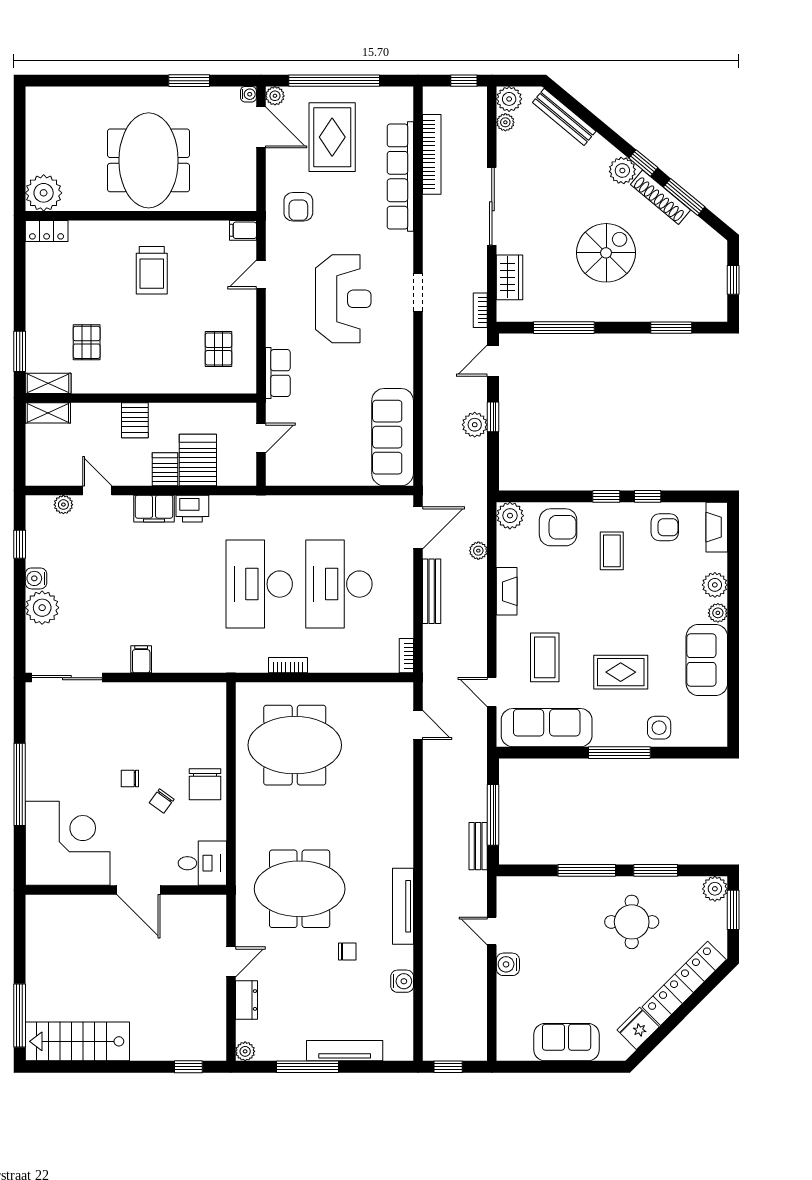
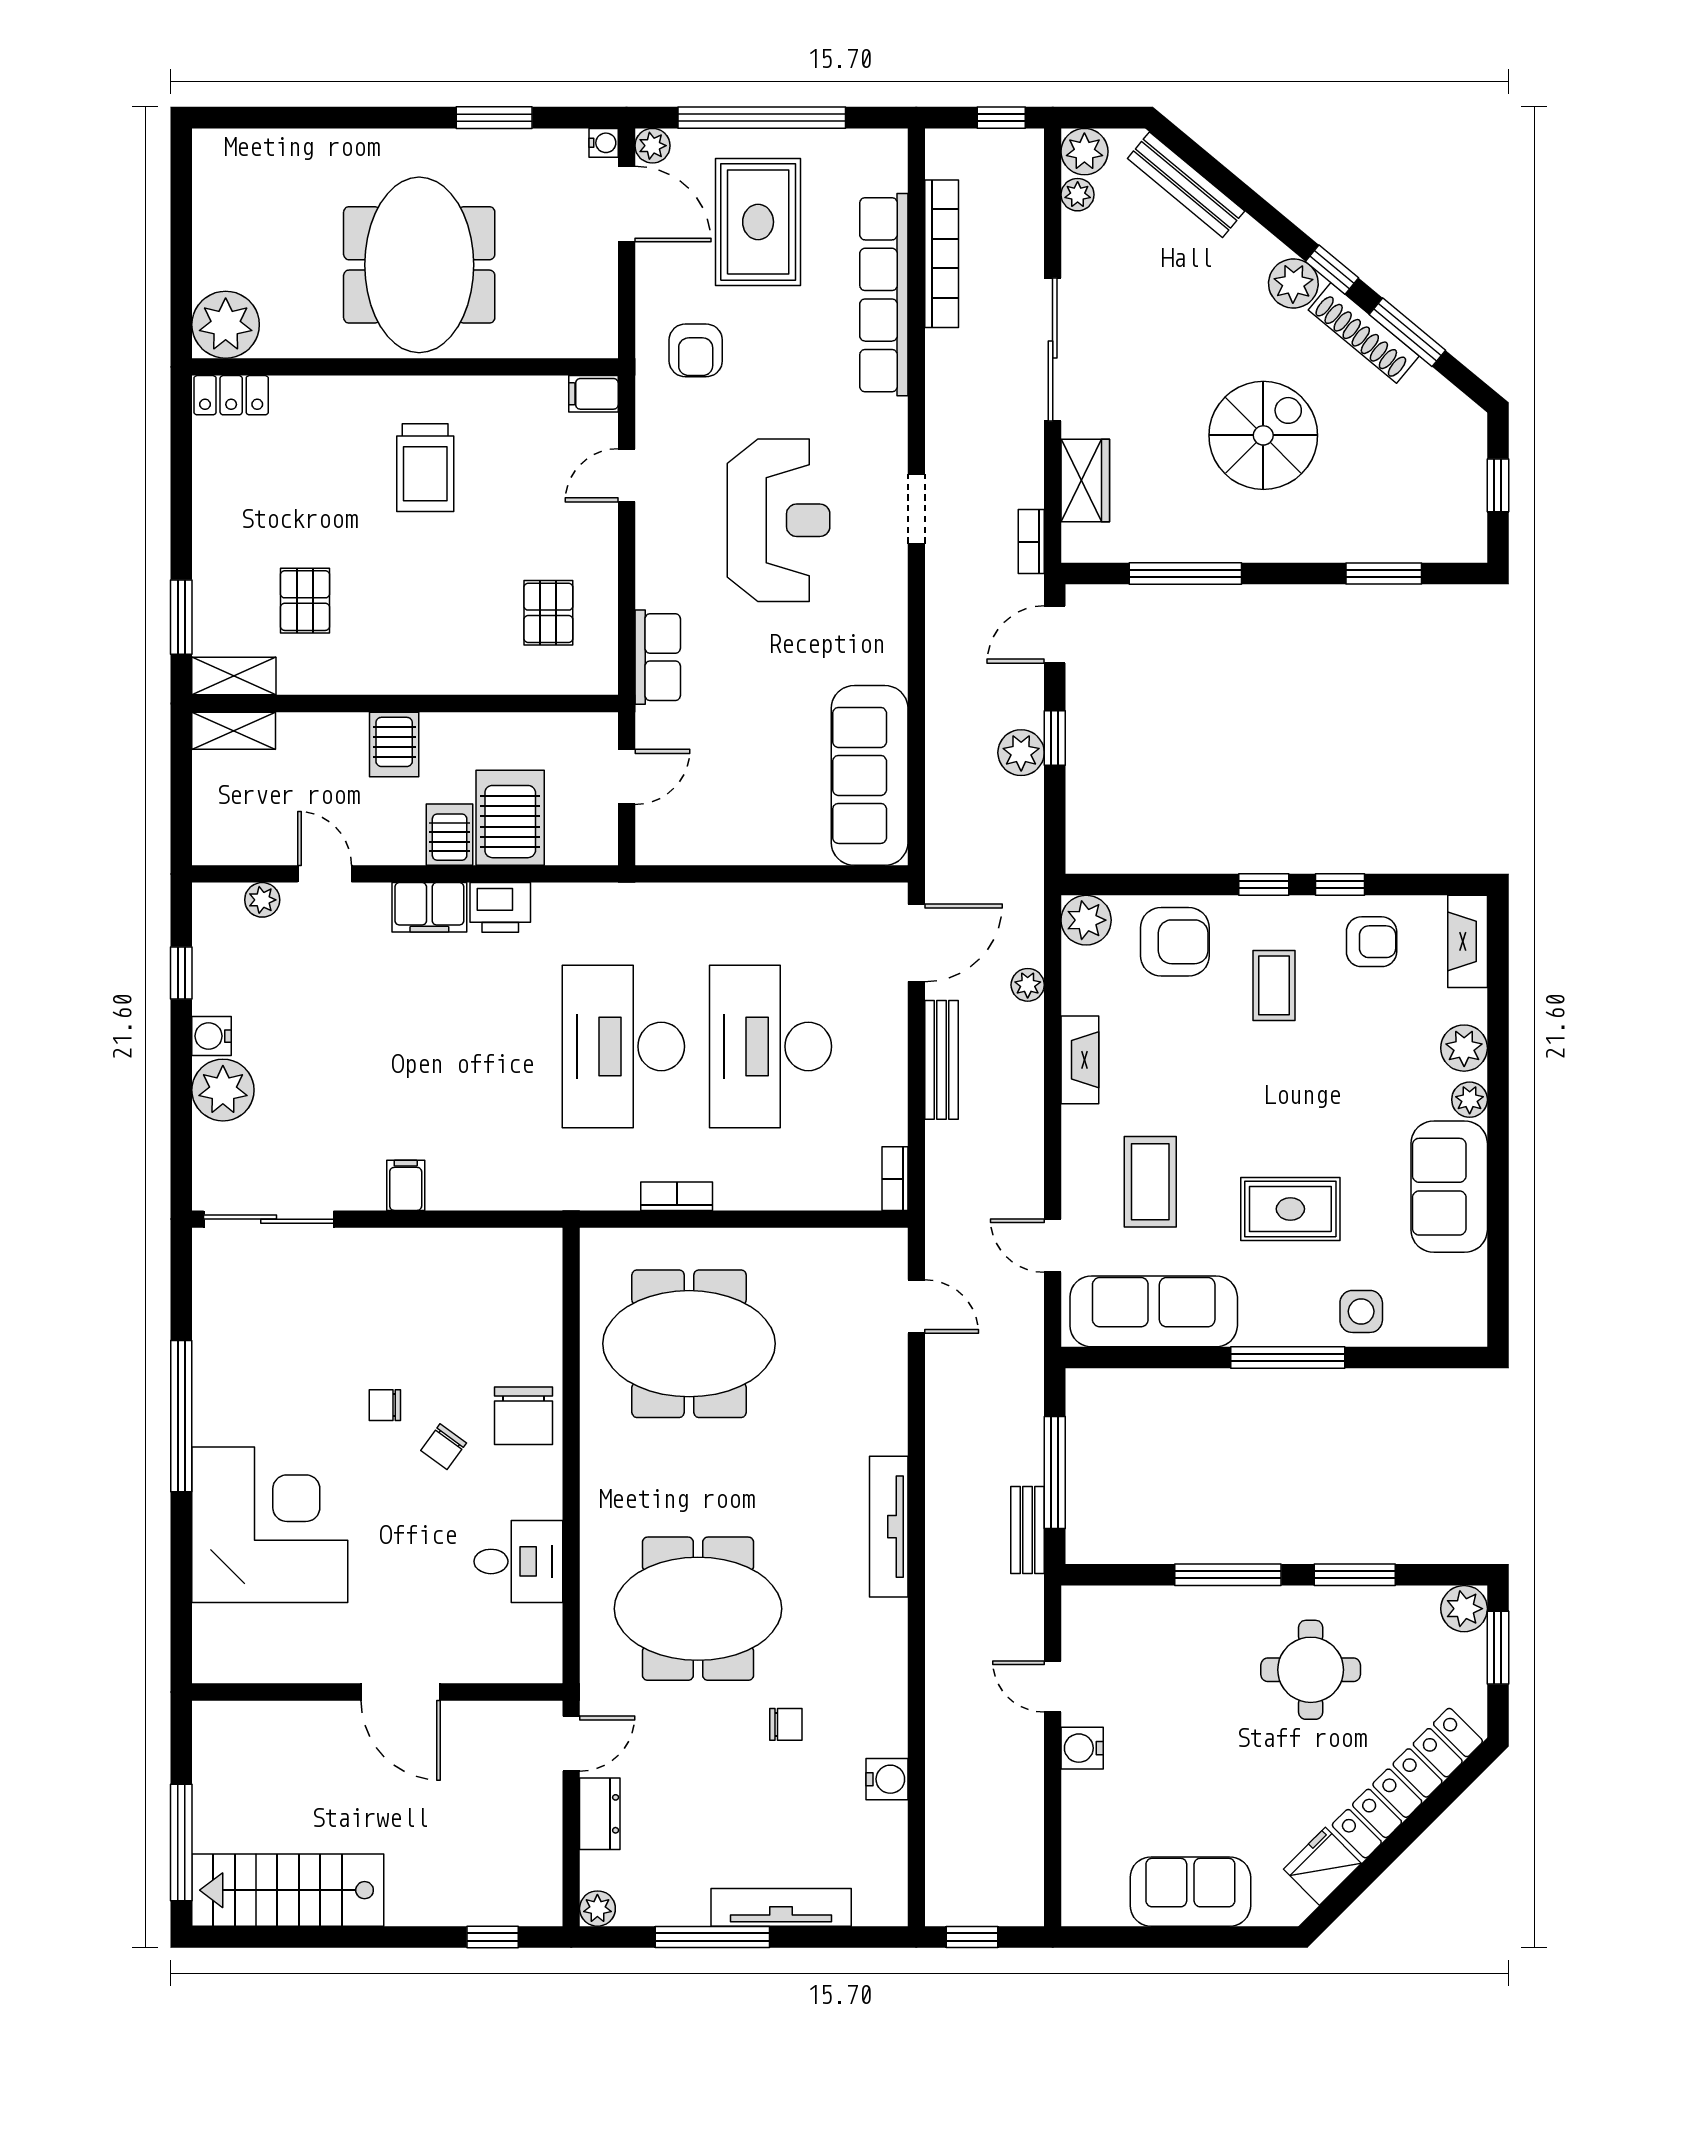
wall: (126, 890) -> (377, 1692), moved
door: (138, 890) -> (401, 1692), moved
tv unit: (403, 906) -> (889, 1527), moved

